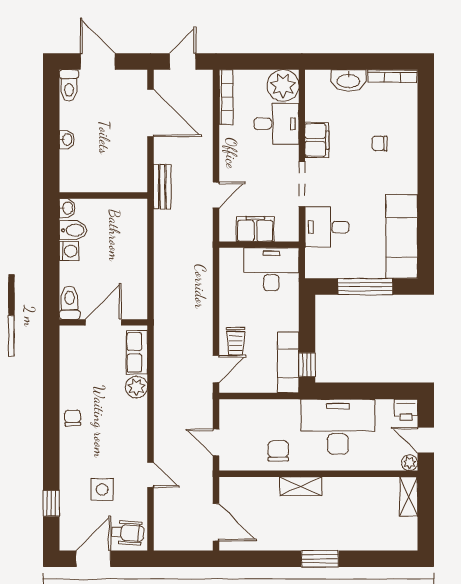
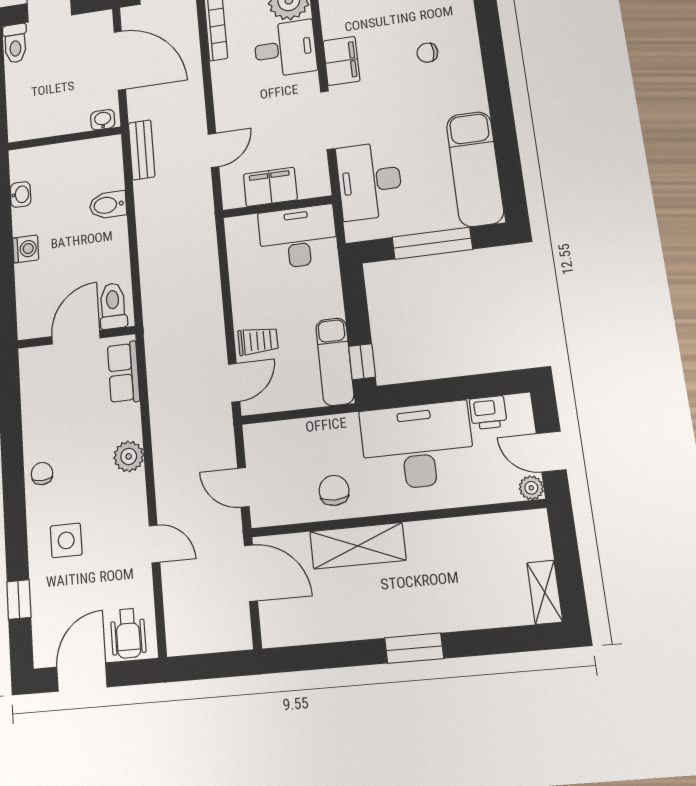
washbasin: (67, 140) -> (103, 120), moved, turned -90
wall: (103, 196) -> (64, 139), moved
desk: (327, 227) -> (369, 181), width x1.37
bidet: (73, 230) -> (108, 205), moved, turned 180
toilet: (70, 303) -> (113, 306), moved
trolley: (236, 341) -> (258, 341), turned -90
plant: (136, 387) -> (129, 456), moved
printer: (406, 410) -> (488, 413), moved
shelving: (301, 486) -> (358, 546), width x1.50, depth x1.33
side table: (102, 489) -> (66, 540), moved
shelving: (409, 497) -> (545, 592), moved
door: (216, 522) -> (251, 573), moved
wheelchair: (128, 533) -> (128, 633), turned 86

